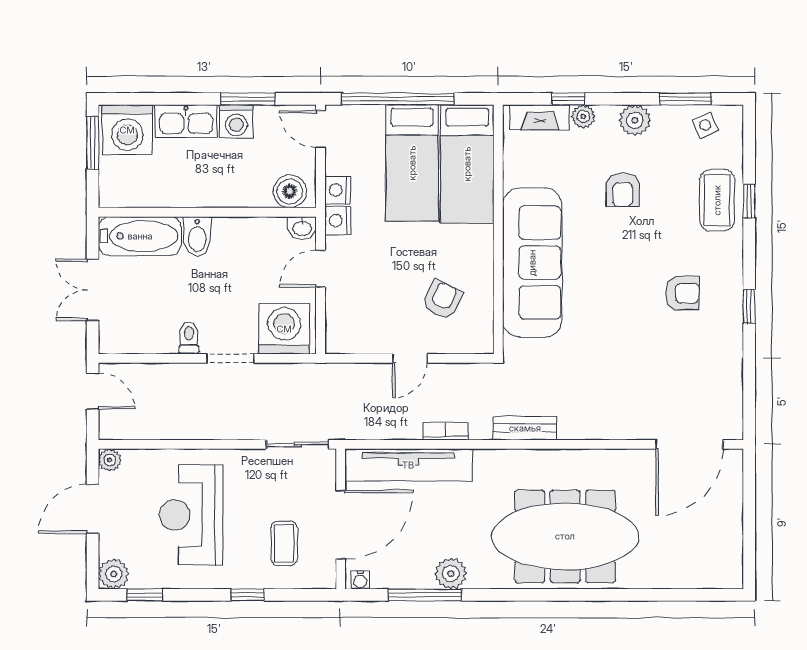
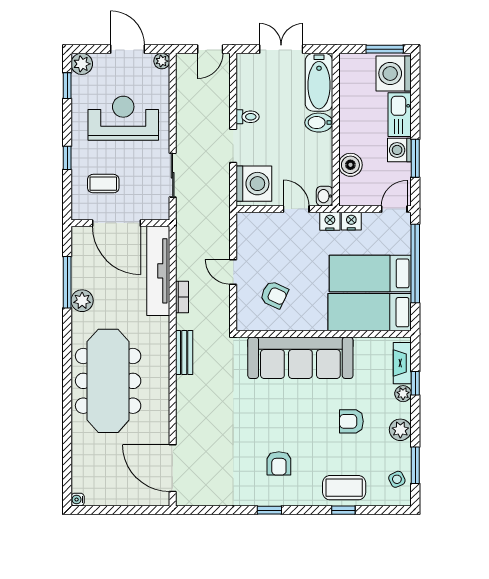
boiler: (290, 191) -> (350, 165), moved
sliding door: (297, 444) -> (173, 175), moved
water cooler: (360, 580) -> (78, 500), moved

